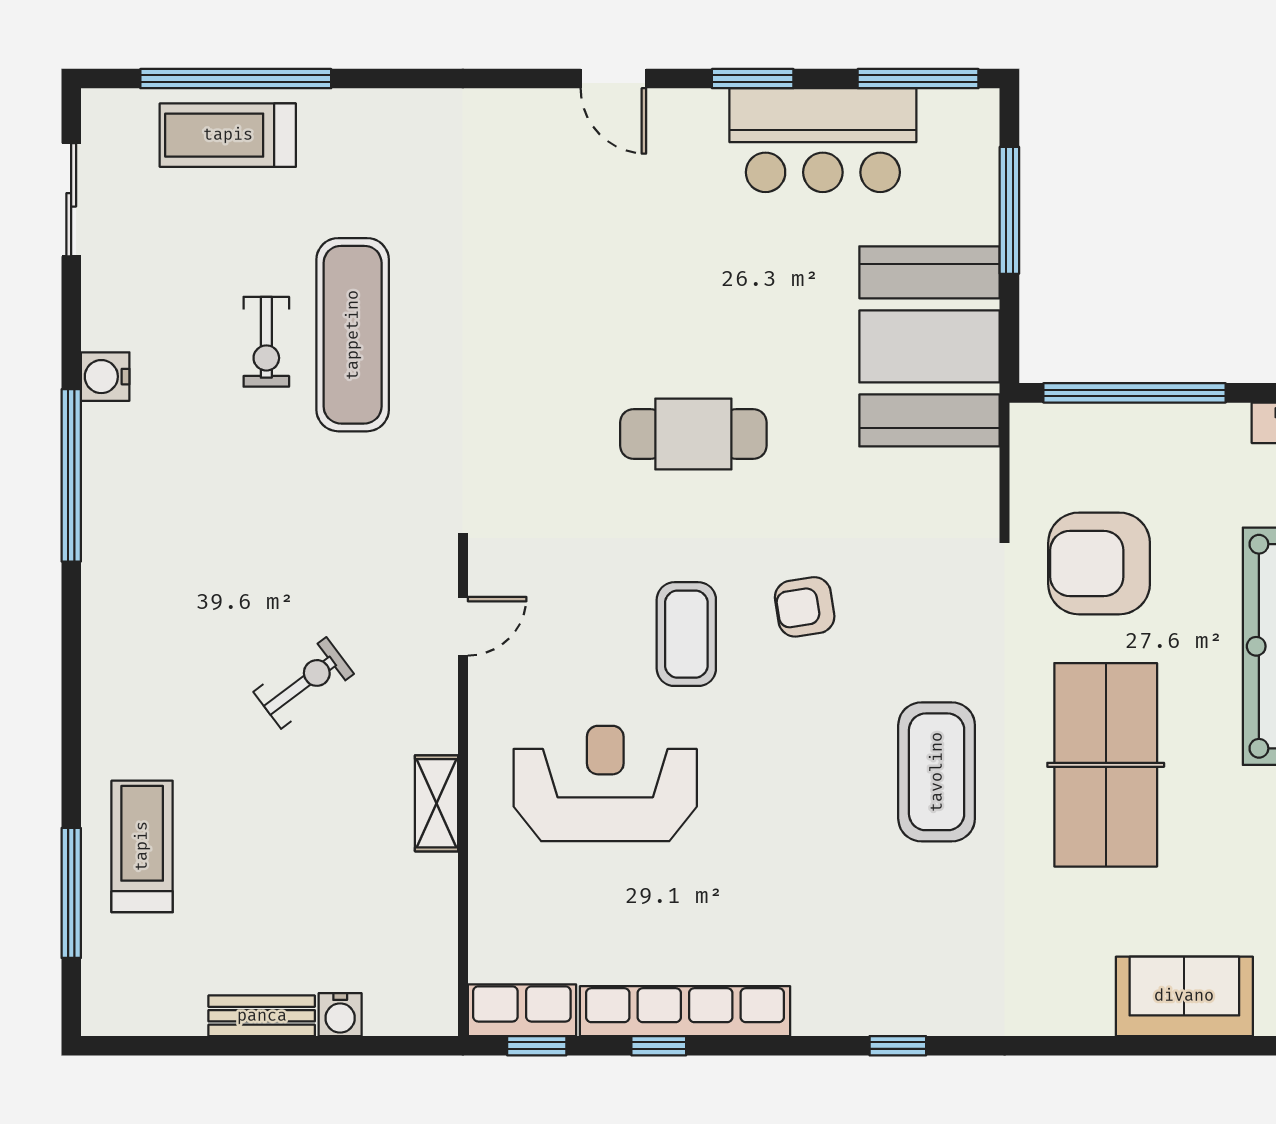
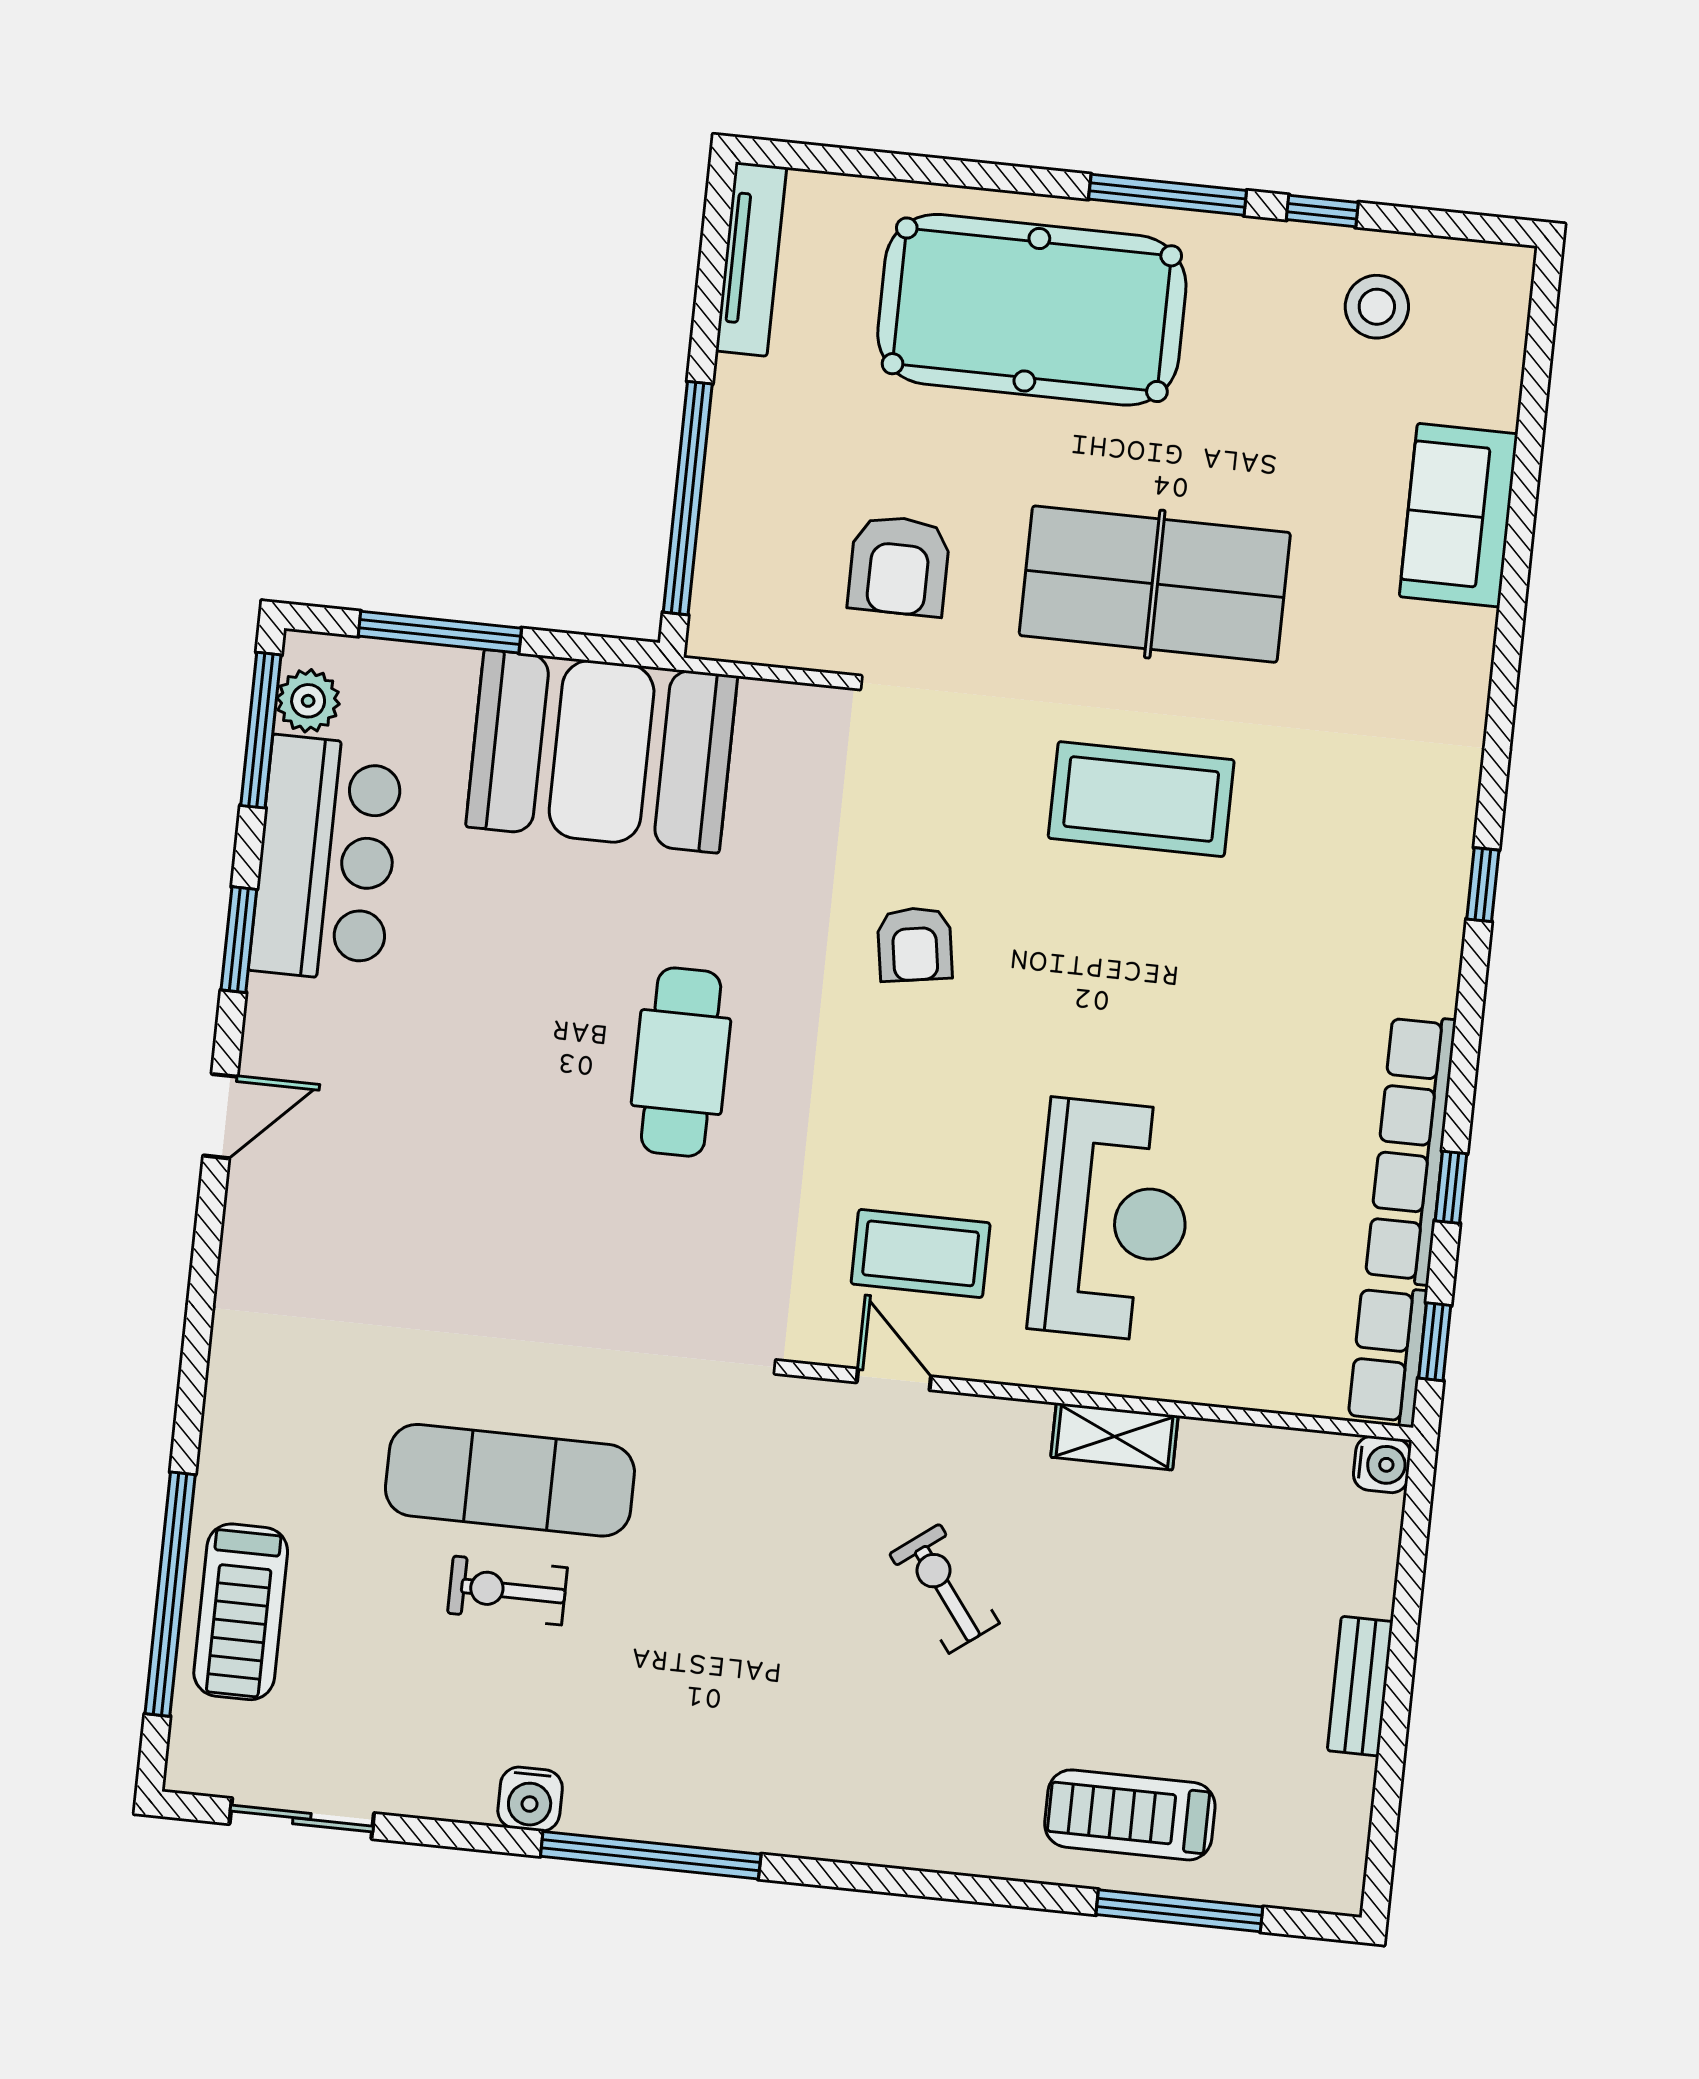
plant: (945, 113) -> (308, 701), added
exercise bike: (266, 342) -> (507, 1590), turned 180
armchair: (1099, 563) -> (899, 566), width x0.73, depth x0.73
coffee table: (686, 634) -> (921, 1253), moved
reception desk: (605, 783) -> (1112, 1220), turned 180
water cooler: (340, 1015) -> (1382, 1464), moved

